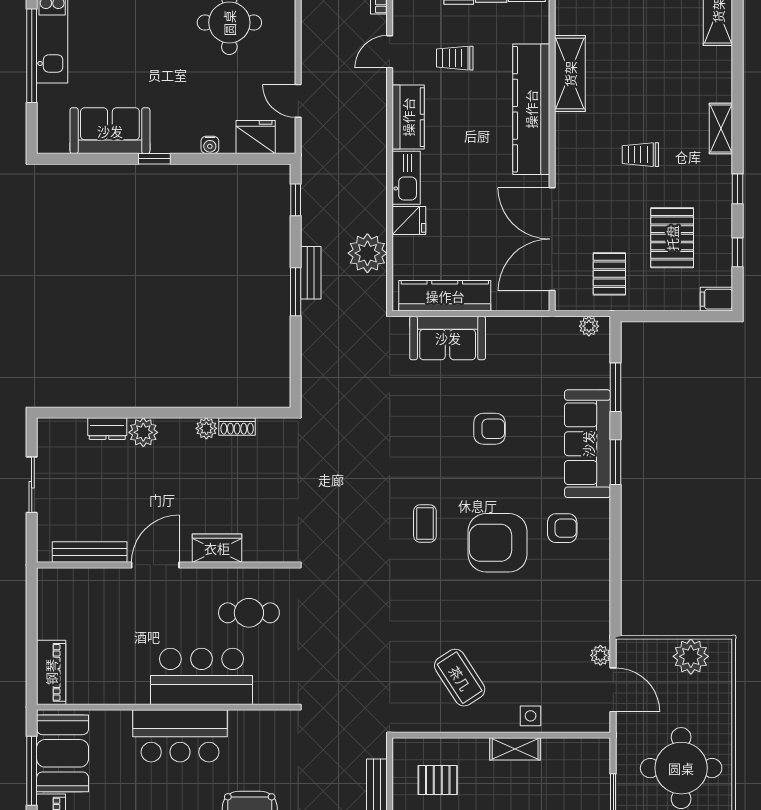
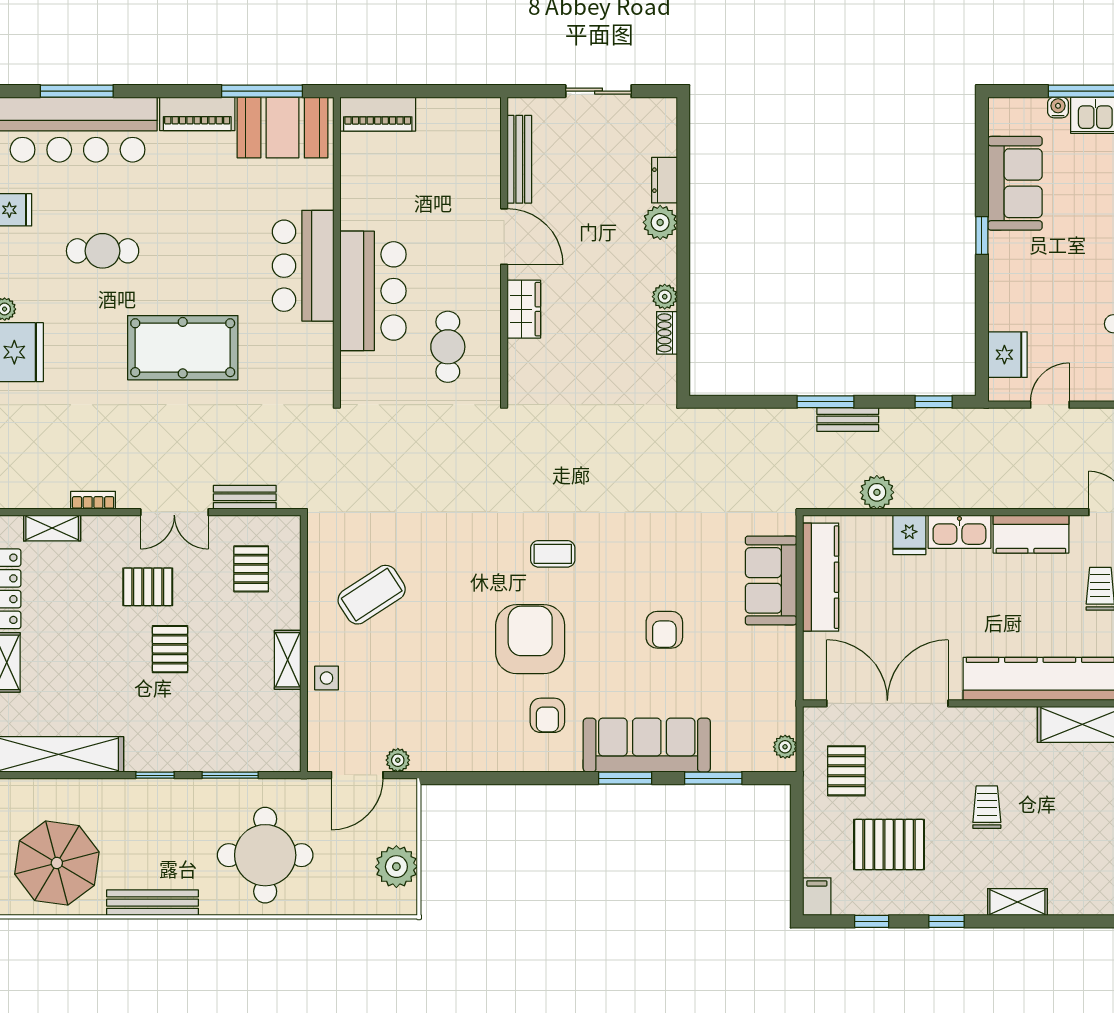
water cooler: (210, 145) -> (1058, 107), moved, turned 90
plant: (367, 253) -> (877, 492), width x0.73, depth x0.73
pallet: (609, 274) -> (846, 771), turned 90

